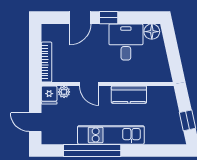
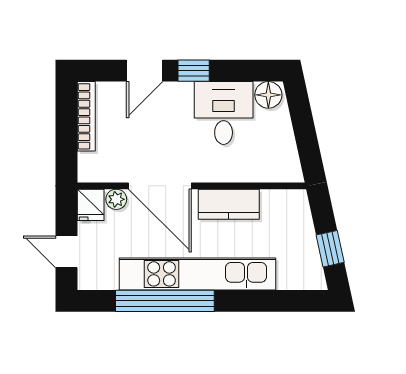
bookcase: (47, 62) -> (86, 116), moved
door: (89, 84) -> (160, 186), width x1.87
kitchen unit: (111, 135) -> (198, 274), width x1.36

